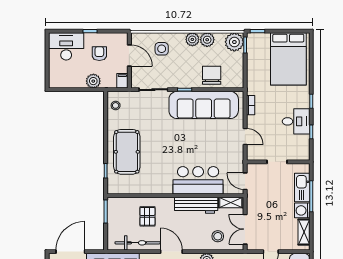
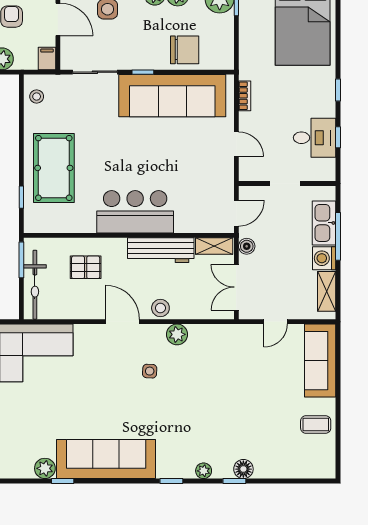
chair: (212, 75) -> (185, 50), turned 90
desk: (296, 121) -> (315, 138), moved
bar counter: (198, 180) -> (135, 212), moved
door: (245, 181) -> (236, 213), swing flipped
boiler: (252, 203) -> (247, 246), added
pallet: (147, 216) -> (86, 267), turned 90
stool: (218, 236) -> (160, 308), moved
bicycle: (138, 243) -> (35, 285), moved, turned 90

